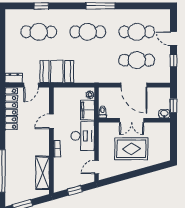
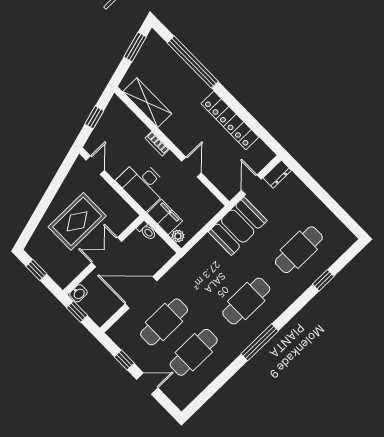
locker: (11, 109) -> (230, 120), moved
window: (174, 144) -> (36, 270), added

